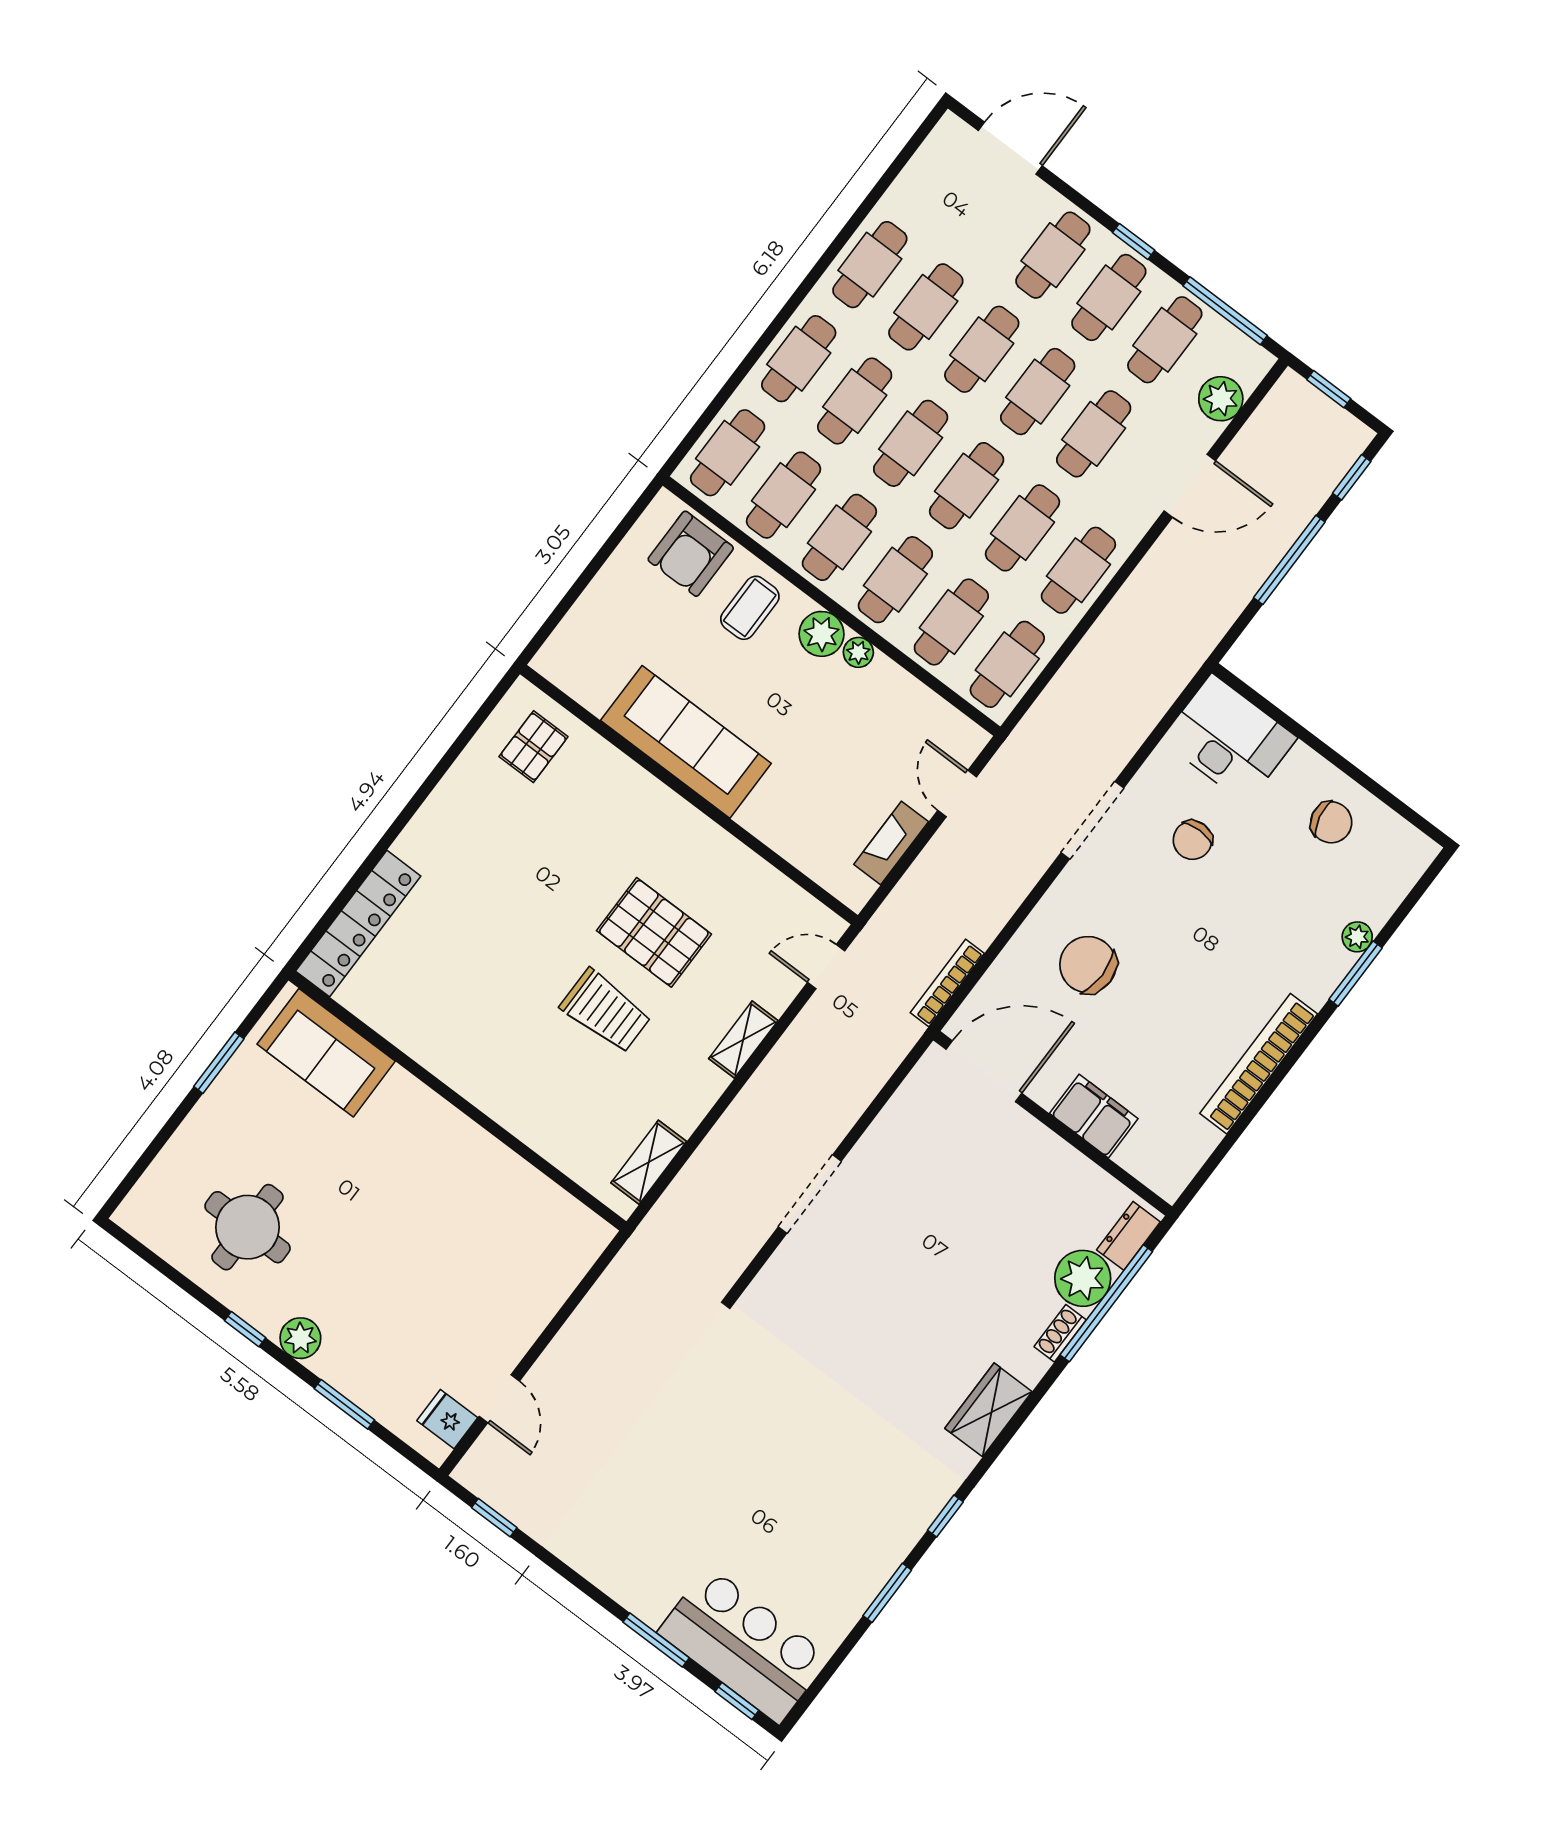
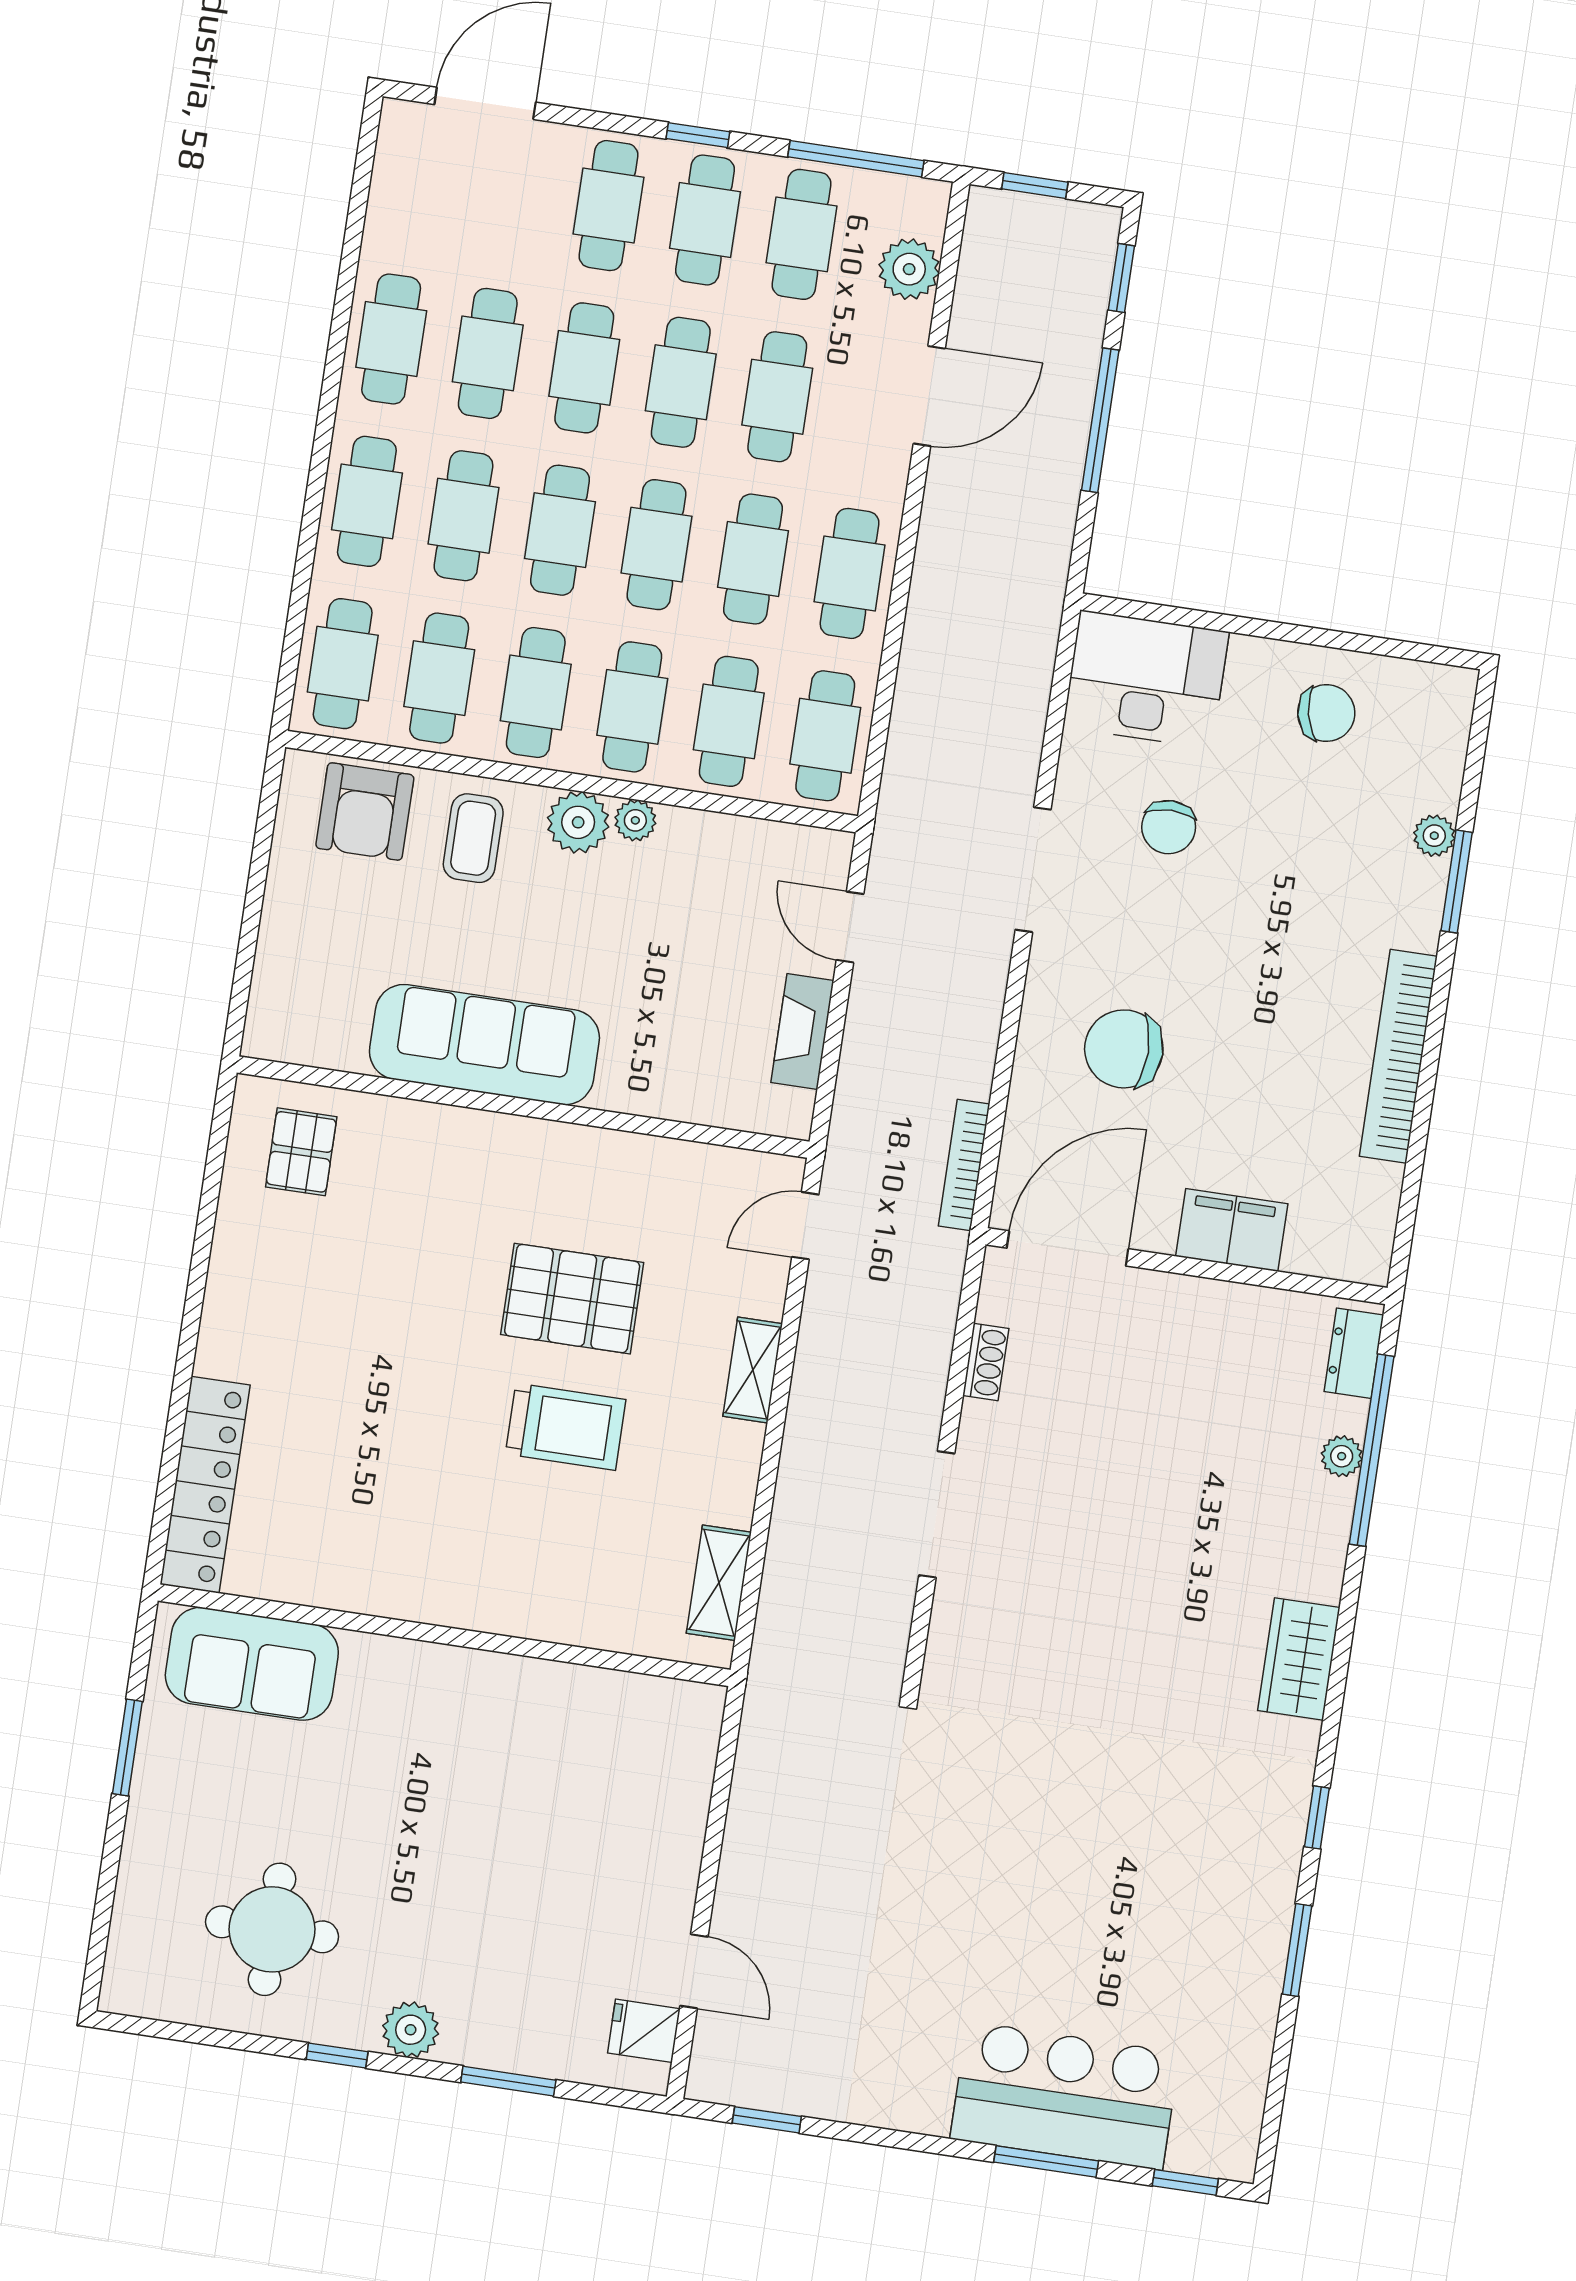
plant: (1083, 1278) -> (1342, 1456), width x0.53, depth x0.53
shoe rack: (1060, 1333) -> (986, 1362), moved, turned 180
bar counter: (744, 1645) -> (1065, 2096), moved

